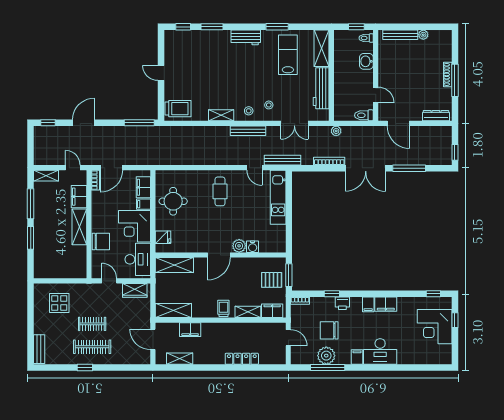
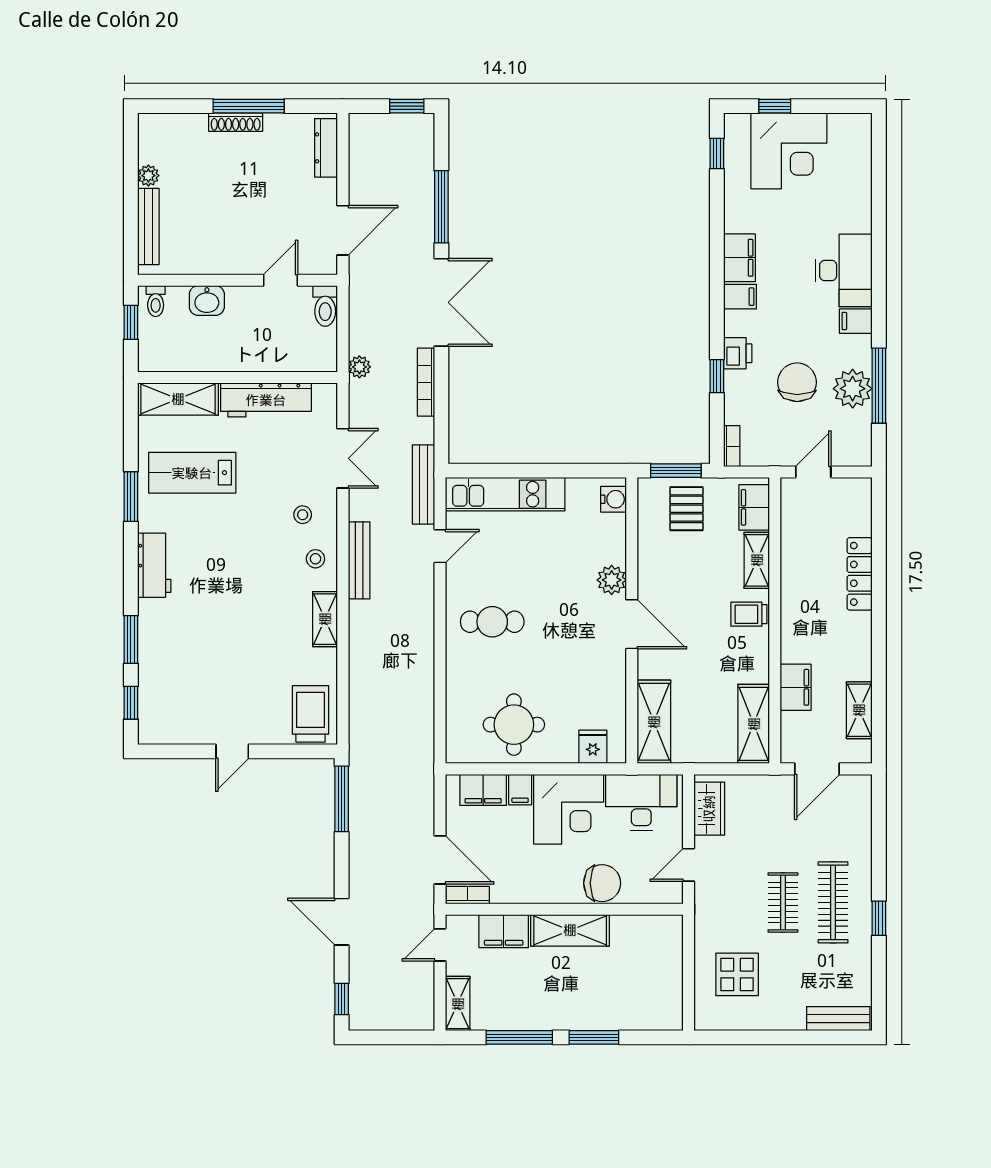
chair: (101, 241) -> (602, 883), turned 90
water cooler: (253, 247) -> (614, 499), moved
chair: (329, 330) -> (797, 382), turned 180

